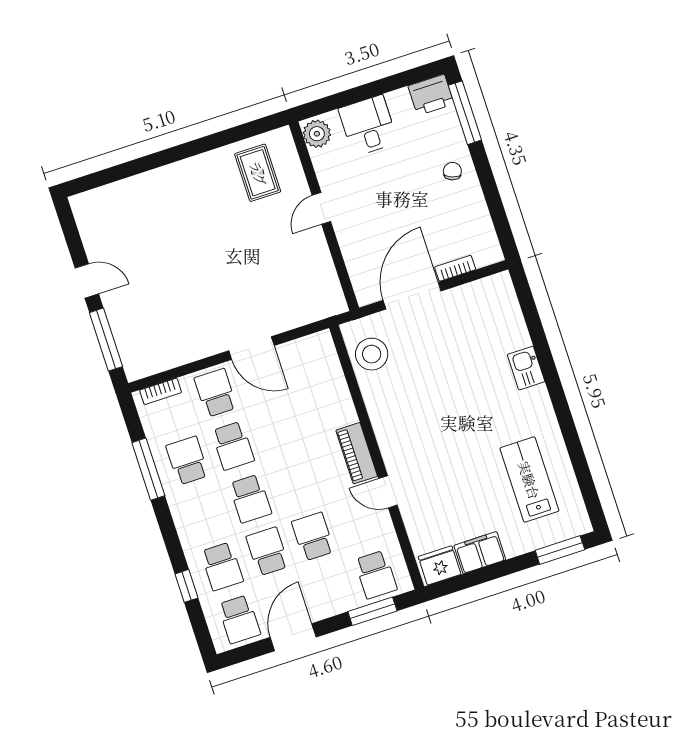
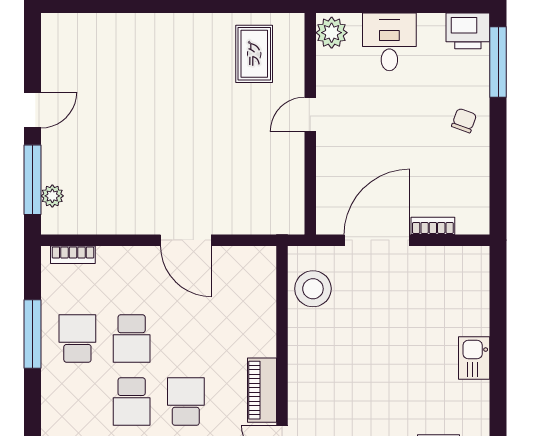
door: (87, 281) -> (32, 110), hinge flipped
plant: (127, 348) -> (52, 196), added
school desk: (216, 393) -> (186, 401), moved

